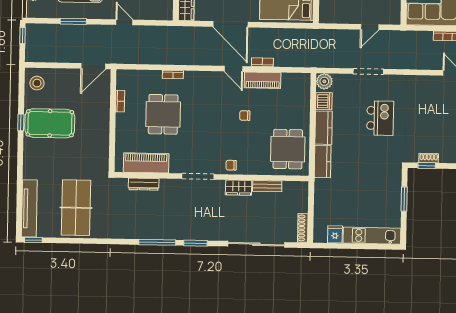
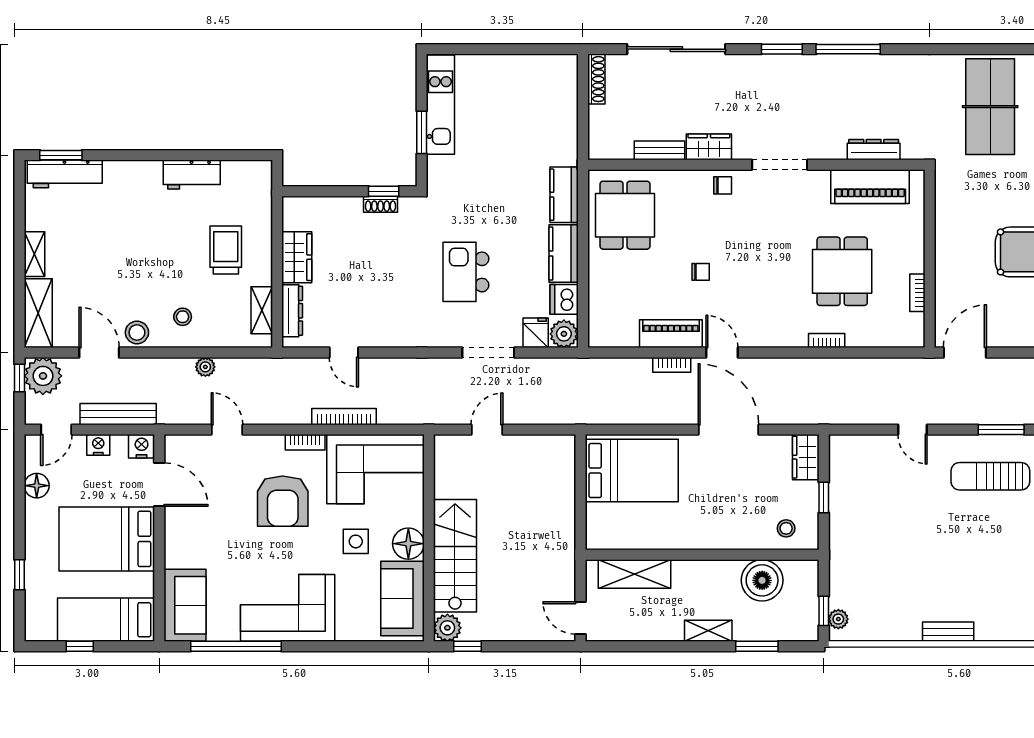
fridge: (335, 234) -> (536, 333), moved, turned 180
kitchen unit: (372, 236) -> (440, 105), moved, turned -90

